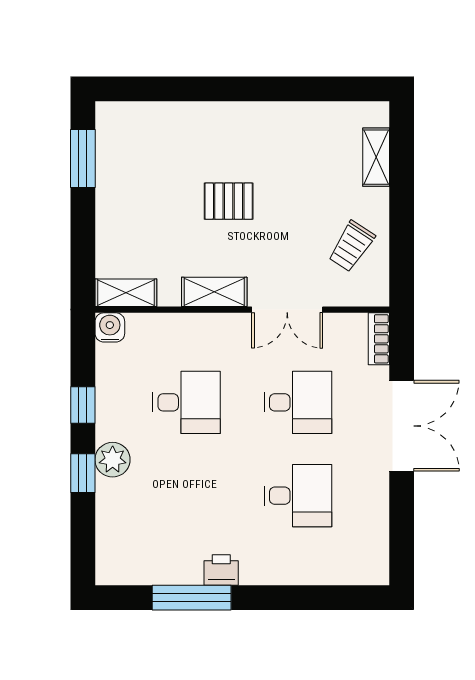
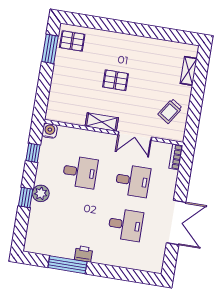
pallet: (126, 135) -> (72, 41), added
shelving: (126, 293) -> (60, 116), removed
window: (83, 405) -> (33, 153), moved
double door: (402, 426) -> (176, 222), moved

